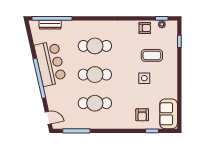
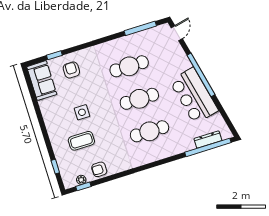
door: (48, 118) -> (177, 33), swing flipped

